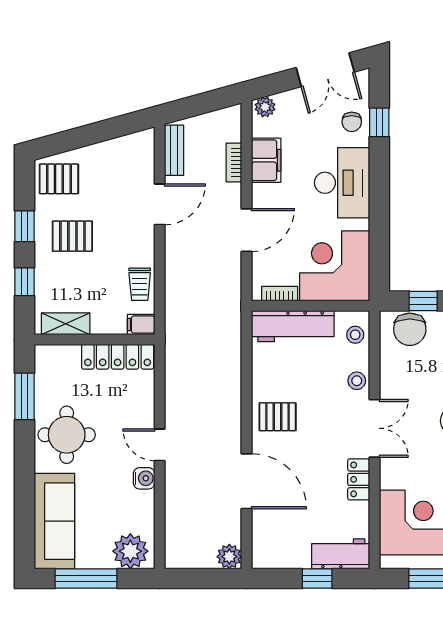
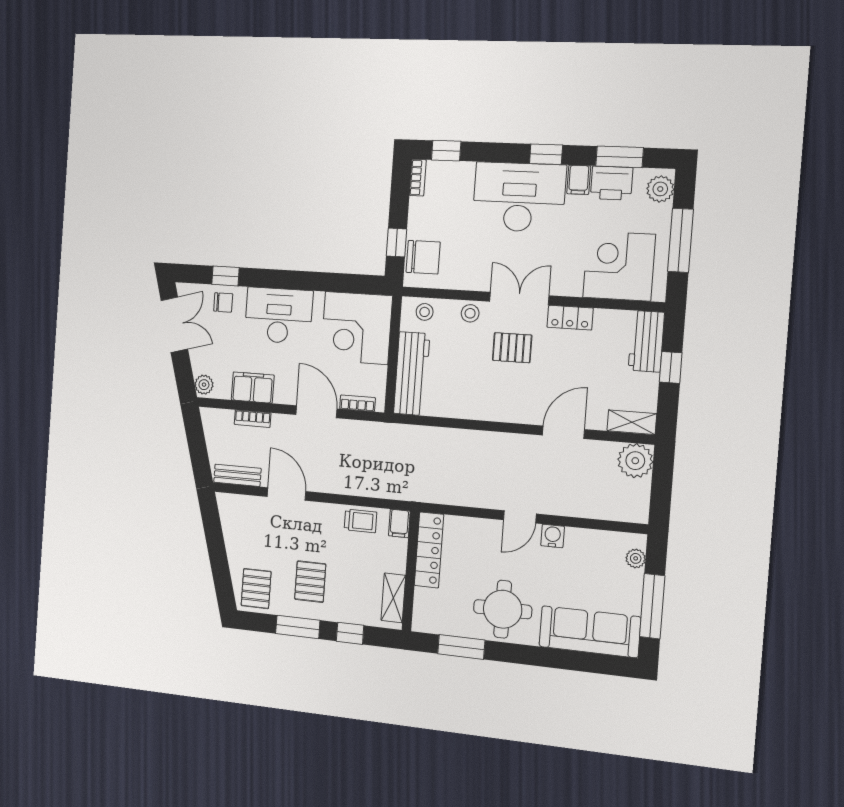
window: (24, 226) -> (298, 627), width x1.50
bookcase: (280, 294) -> (358, 403), moved, turned 90
pallet: (278, 417) -> (512, 348), moved, turned 90
door: (246, 481) -> (563, 432), width x0.73
shelving: (262, 546) -> (632, 422), added
plant: (130, 551) -> (636, 558), width x0.53, depth x0.53
plant: (229, 557) -> (635, 461), width x1.36, depth x1.36

